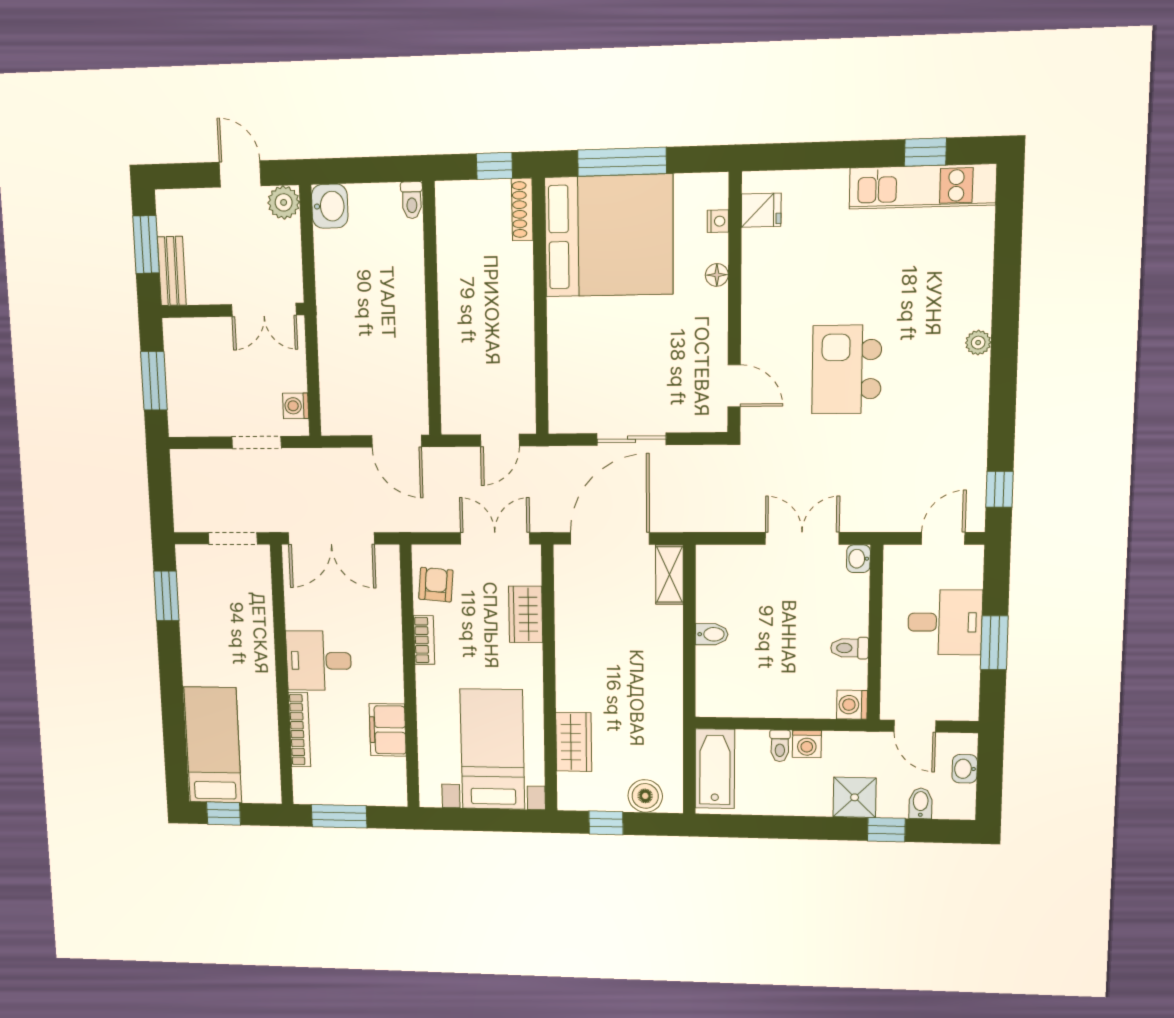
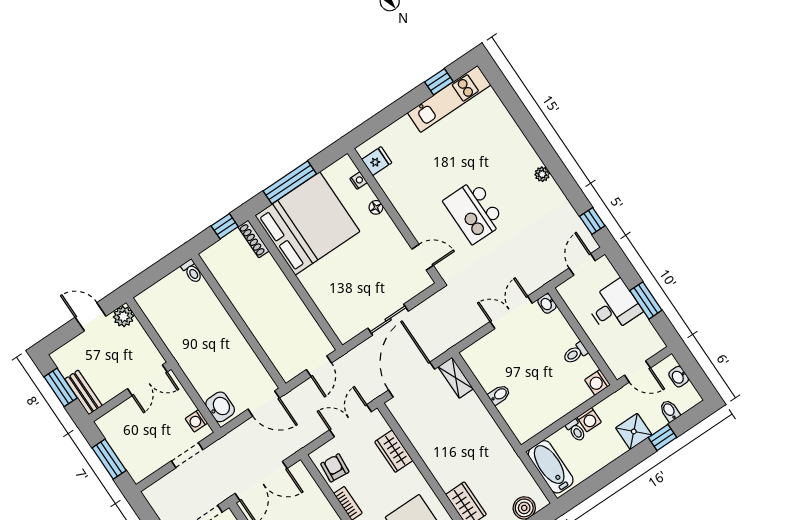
washbasin: (330, 206) -> (220, 407), moved
plant: (978, 343) -> (542, 174), moved

